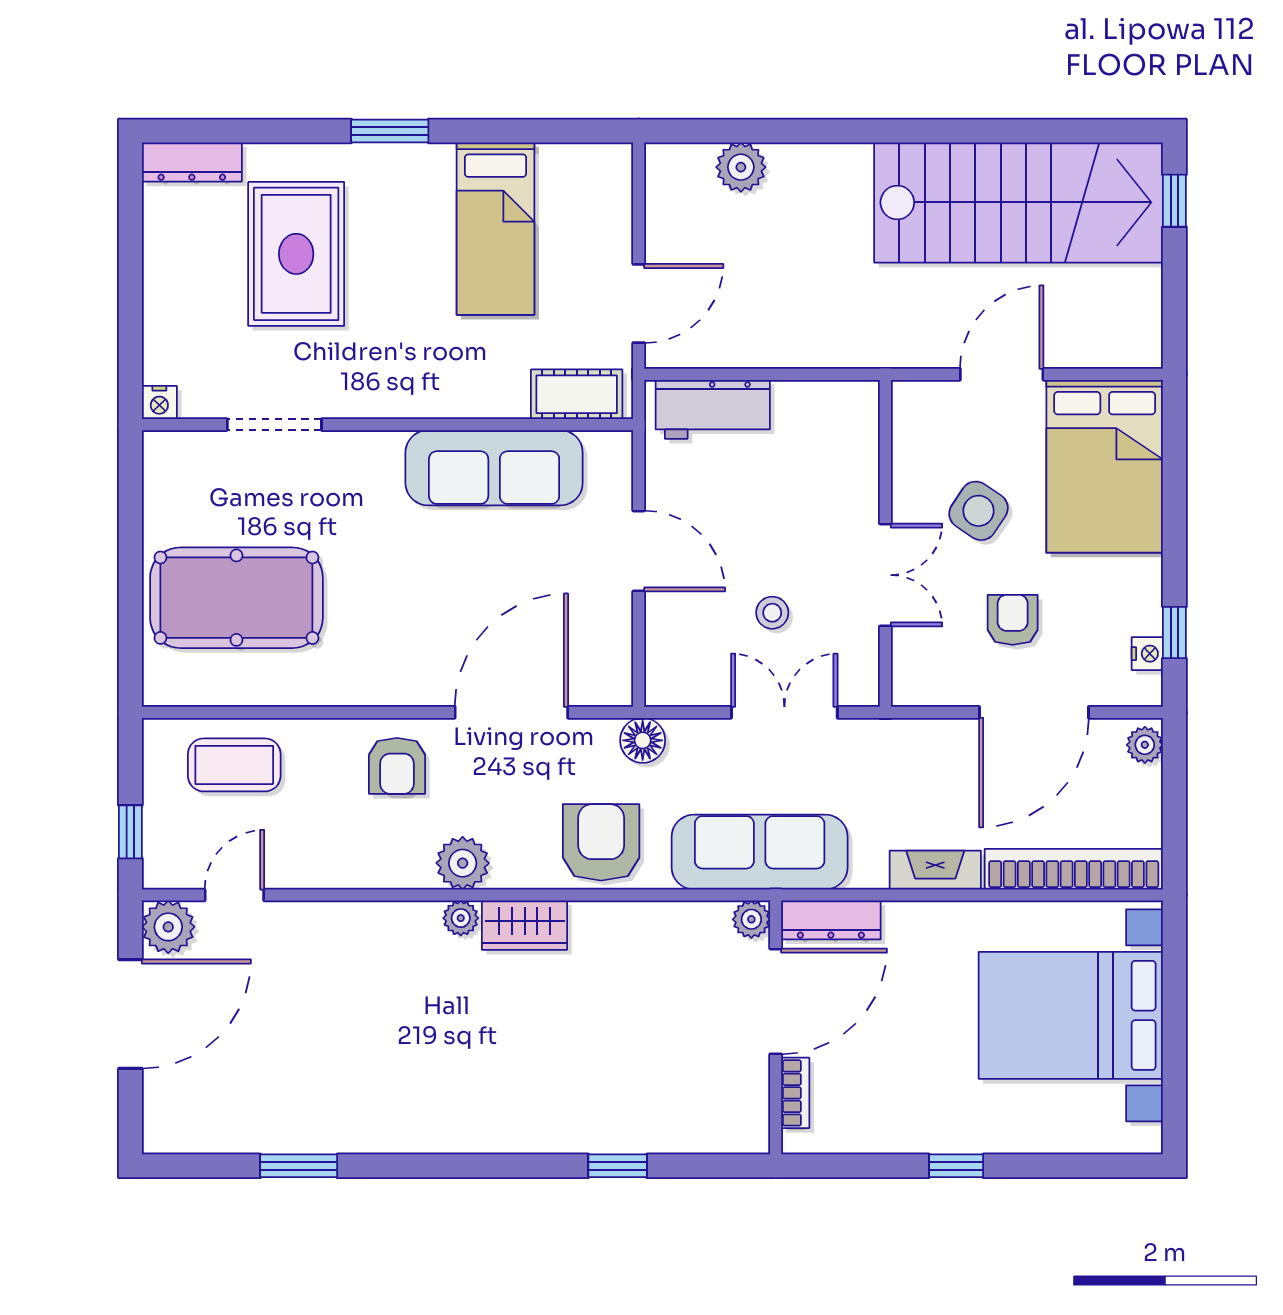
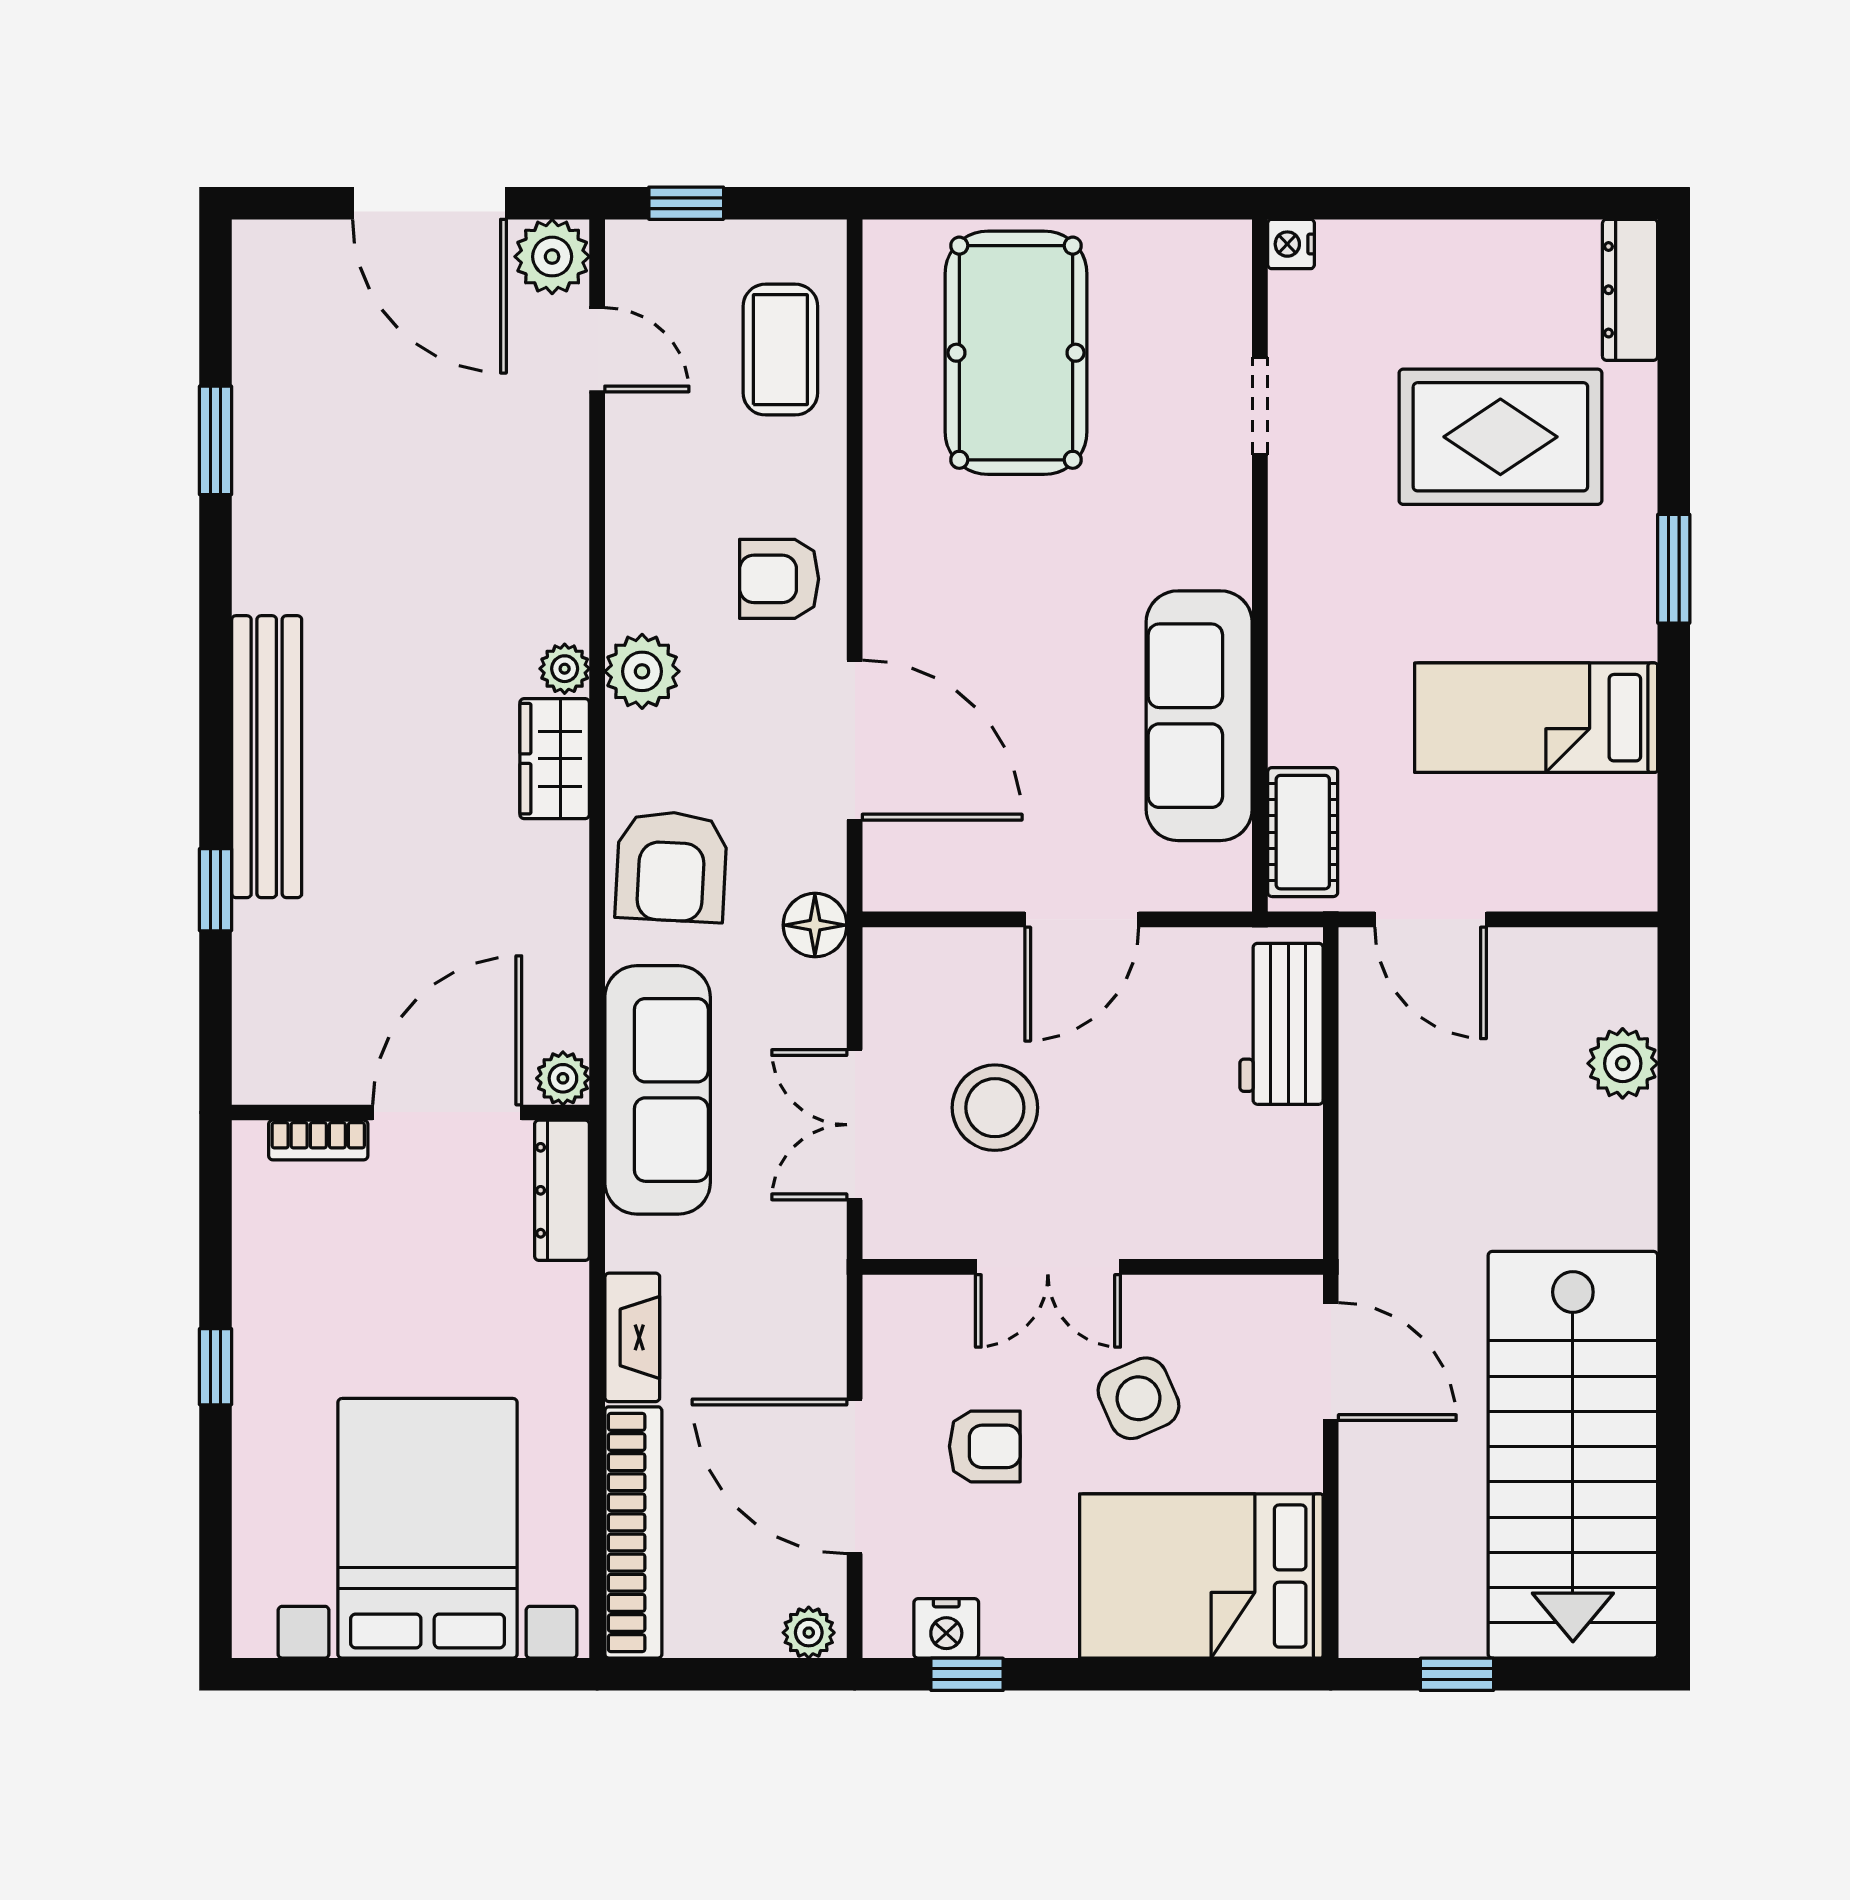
window: (1174, 201) -> (1457, 1674), moved
door: (1002, 374) -> (1331, 1362), moved
doorway: (274, 425) -> (1260, 406), width x0.73
side table: (978, 511) -> (1138, 1398), turned 32
stool: (772, 613) -> (995, 1108), width x1.89, depth x1.89
nightstand: (1147, 654) -> (946, 1628), width x1.39, depth x1.35
double door: (784, 712) -> (855, 1125), swing flipped
armchair: (601, 842) -> (671, 866), turned 93
door: (776, 1001) -> (447, 1112), swing flipped
bench: (523, 1130) -> (267, 757), added

